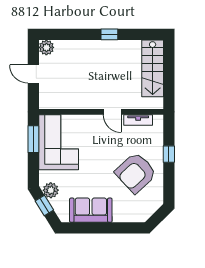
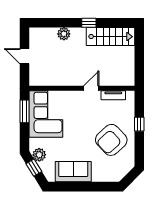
plant: (46, 47) -> (64, 34), moved
stairs: (153, 68) -> (110, 37), moved, turned -90
door: (112, 112) -> (91, 88), swing flipped

